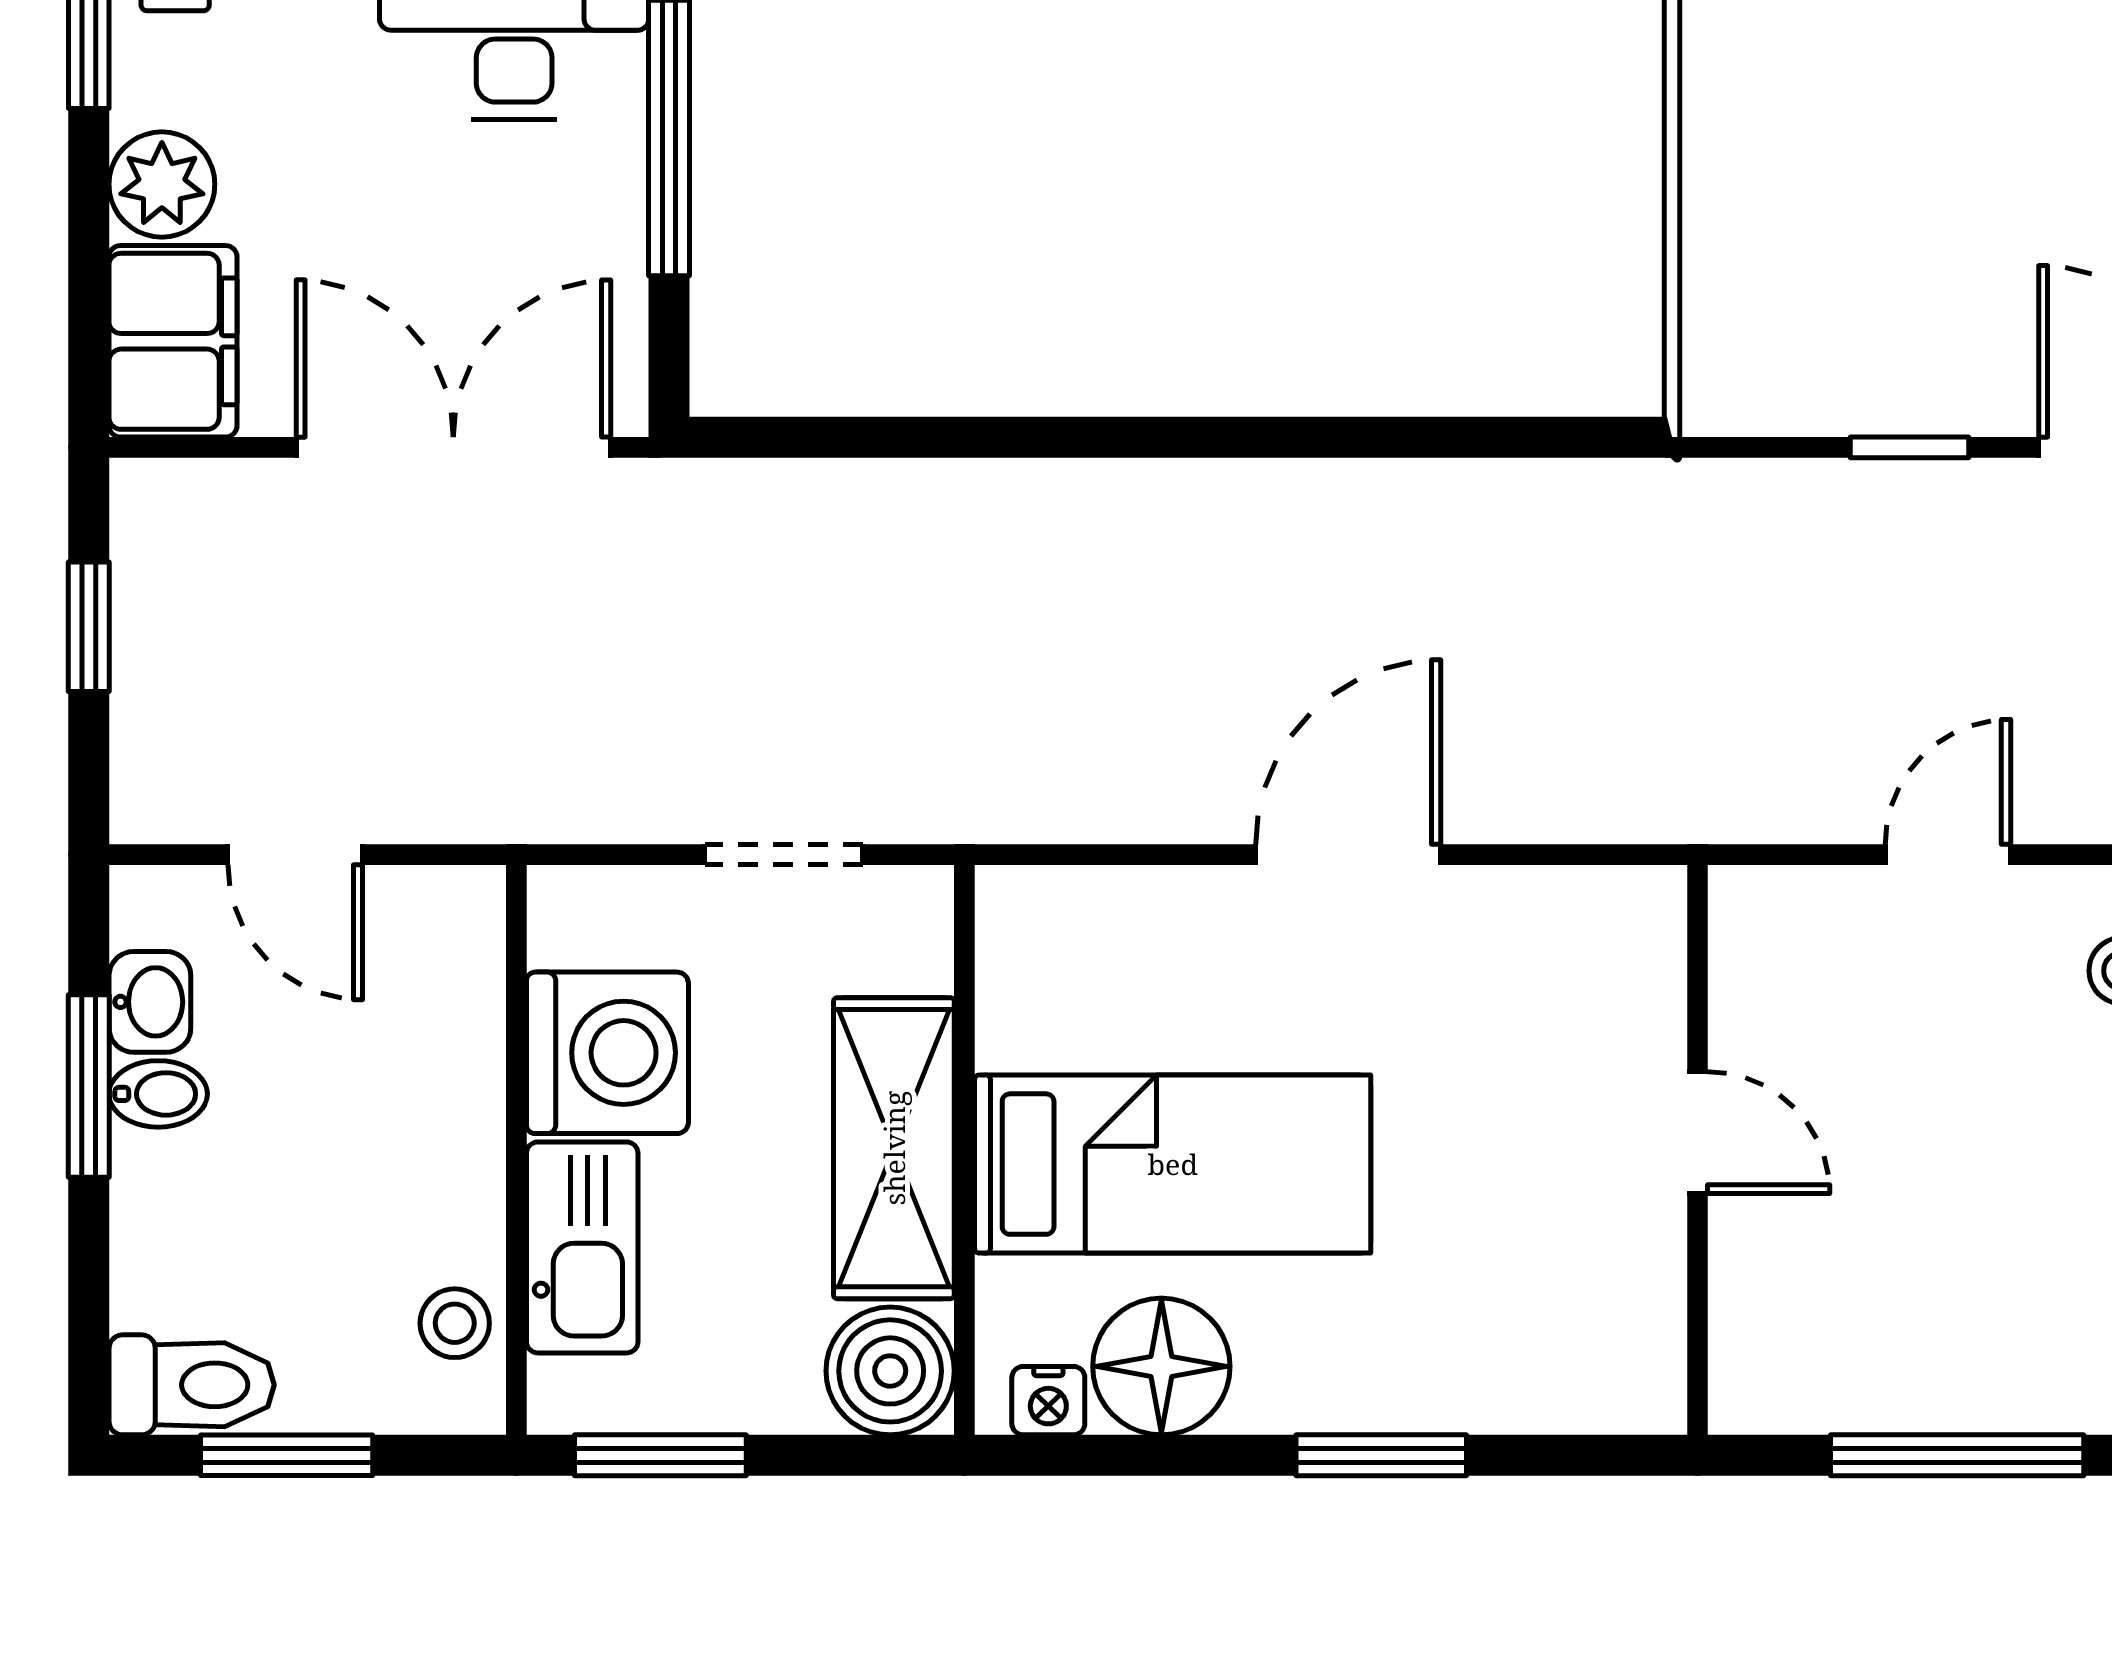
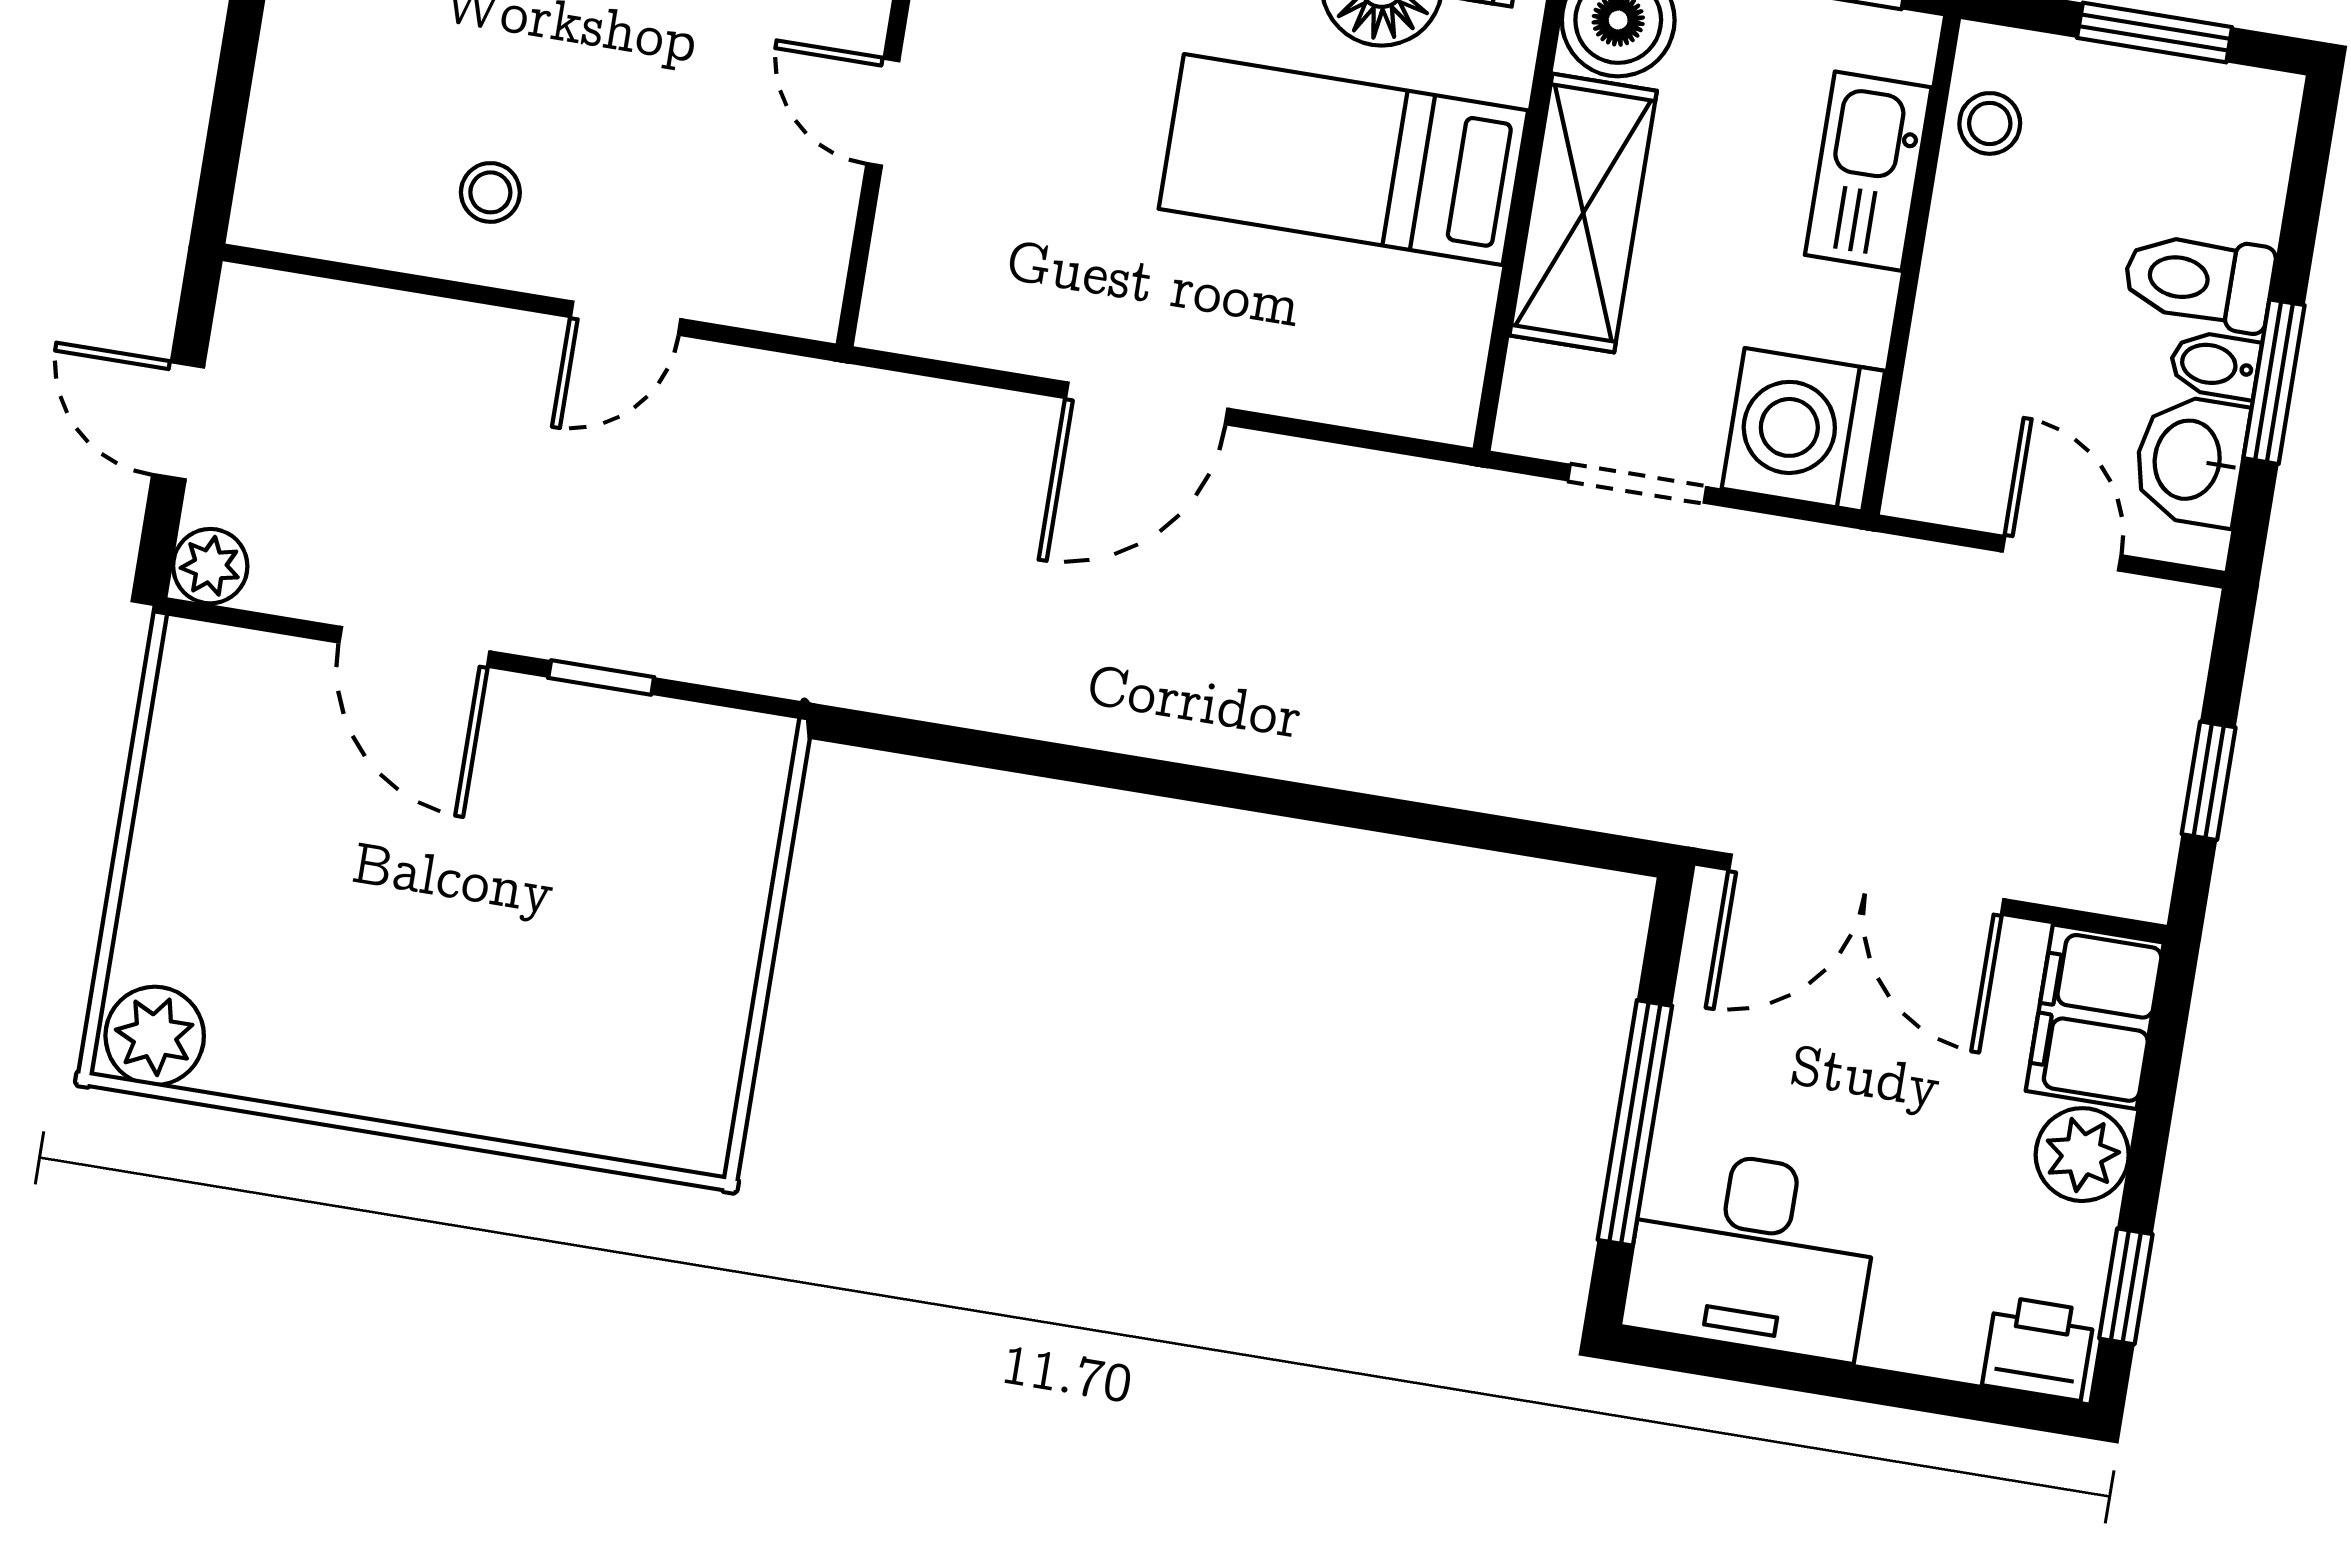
washbasin: (150, 1002) -> (2190, 460), width x1.38, depth x1.45
washing machine: (607, 1053) -> (1803, 430), moved
toilet: (192, 1385) -> (2199, 280), moved

